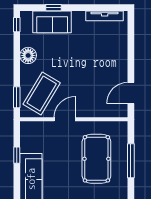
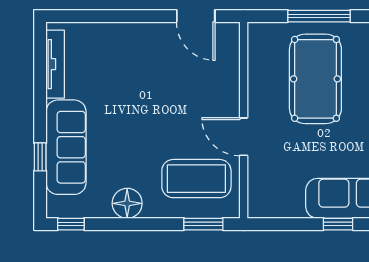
sofa: (52, 22) -> (66, 147), width x1.36
coffee table: (42, 93) -> (196, 179), turned -31
window: (17, 155) -> (338, 224), moved
pool table: (96, 159) -> (315, 79), turned 90

